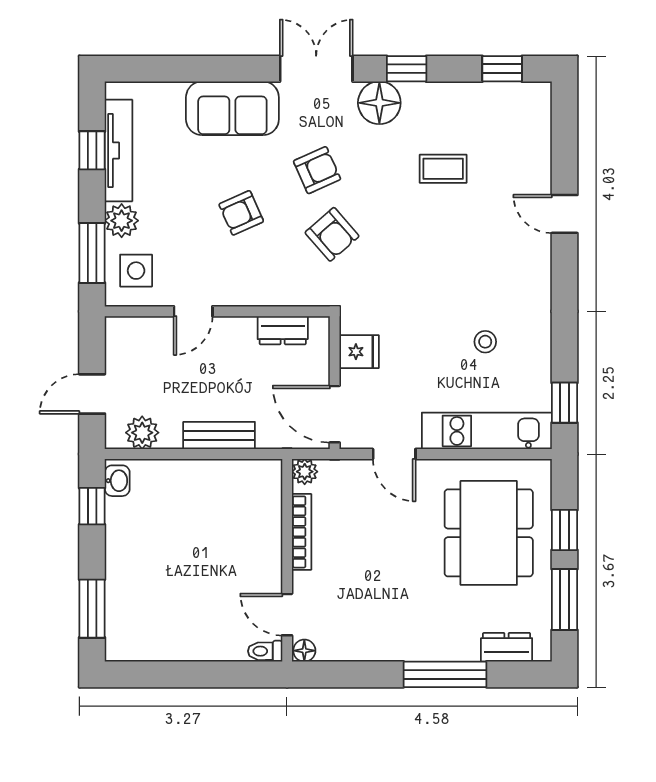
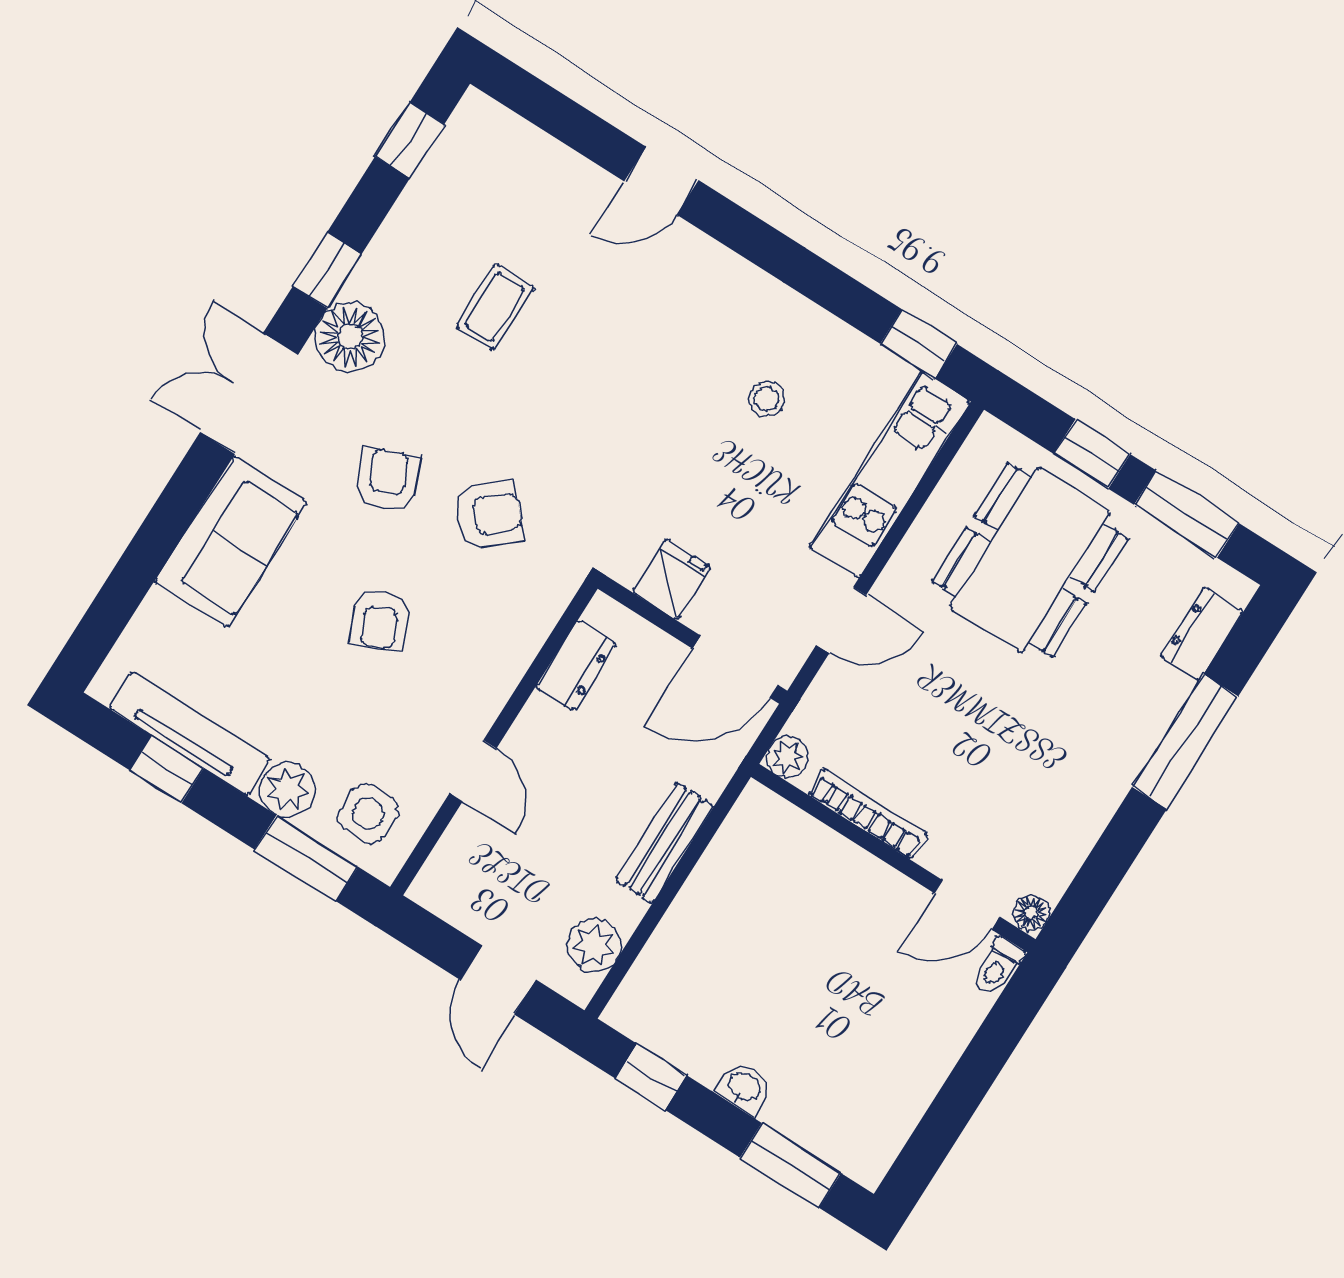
washbasin: (117, 481) -> (744, 1088), moved
dining table: (489, 533) -> (1030, 560), turned 90

